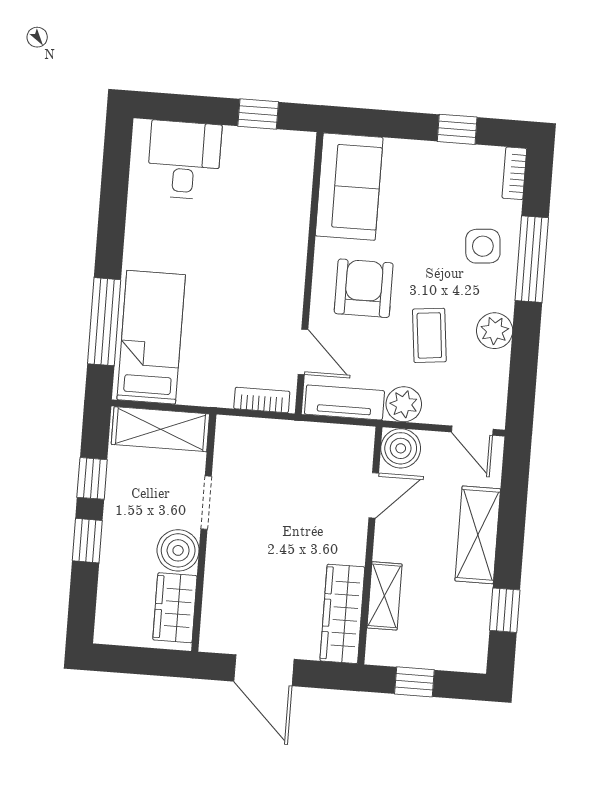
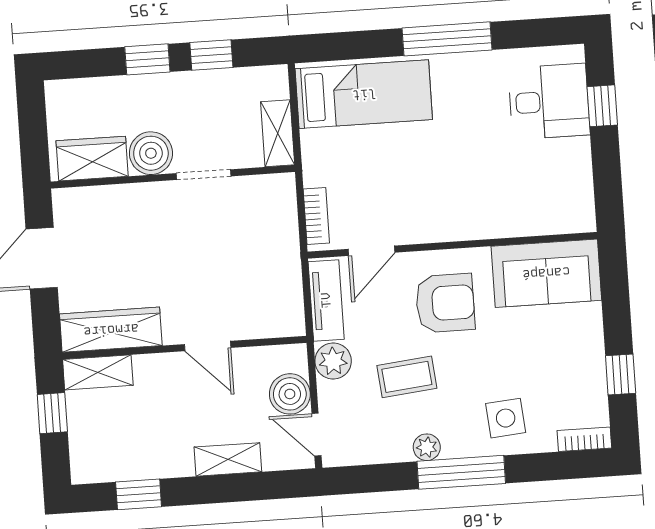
window: (258, 114) -> (602, 106), moved
window: (532, 259) -> (461, 472), moved
window: (104, 322) -> (447, 39), moved
plant: (495, 331) -> (427, 447), width x0.73, depth x0.73
shelving: (160, 429) -> (278, 133), width x0.67, depth x0.75
door: (472, 431) -> (316, 435), hinge flipped
boiler: (401, 448) -> (290, 394), moved
door: (374, 495) -> (208, 346), moved
shelving: (478, 535) -> (228, 459), width x0.67, depth x0.75
shelving: (384, 596) -> (98, 372), moved

